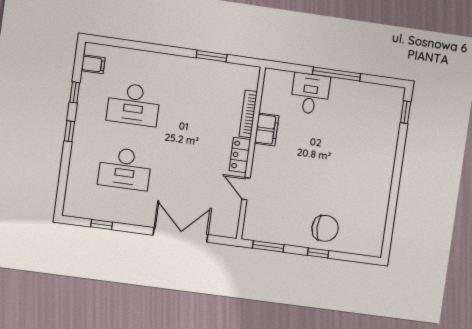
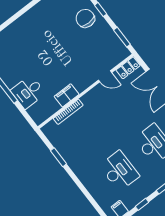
locker: (240, 155) -> (128, 68), moved
door: (246, 189) -> (105, 76), hinge flipped

